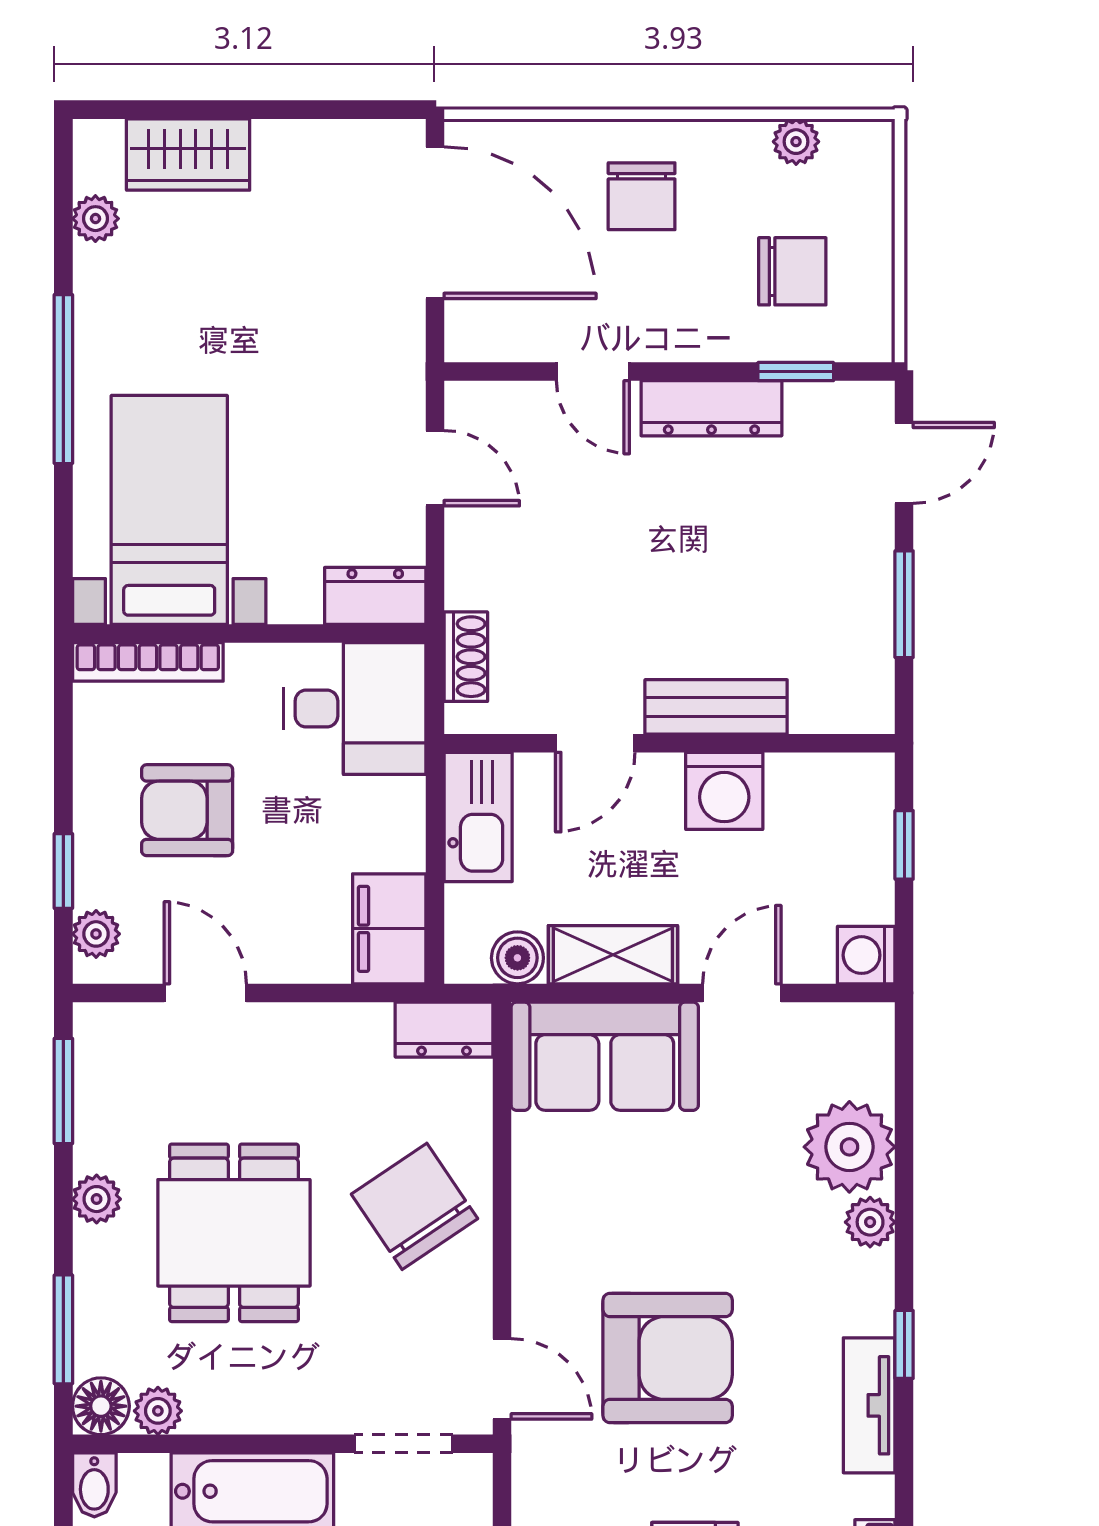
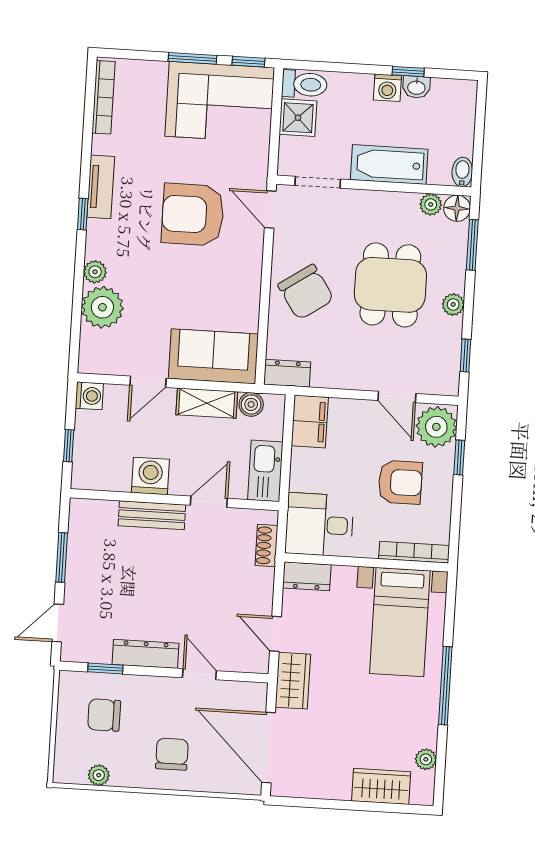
wardrobe: (391, 370) -> (293, 681), added
plant: (96, 934) -> (436, 427), width x1.88, depth x1.88
window: (63, 1091) -> (465, 356), width x0.67

